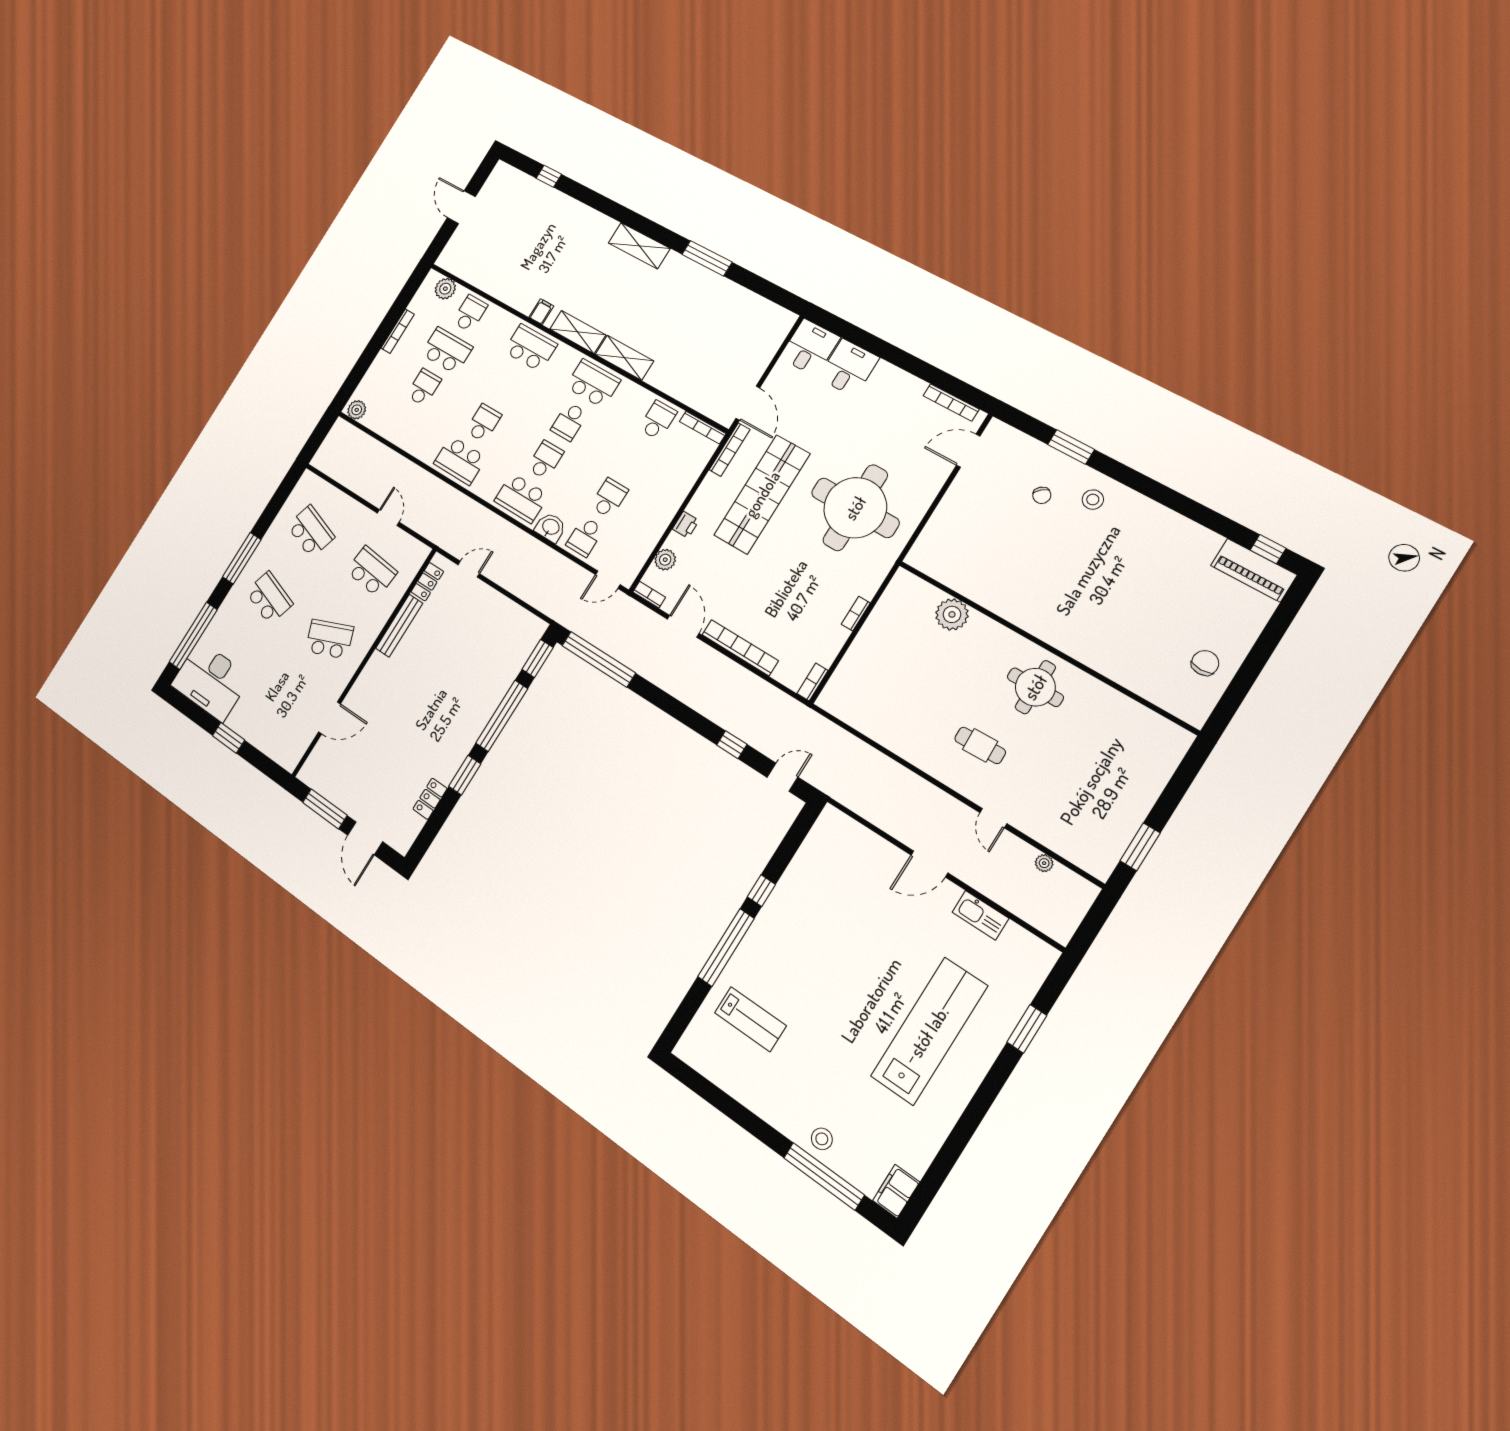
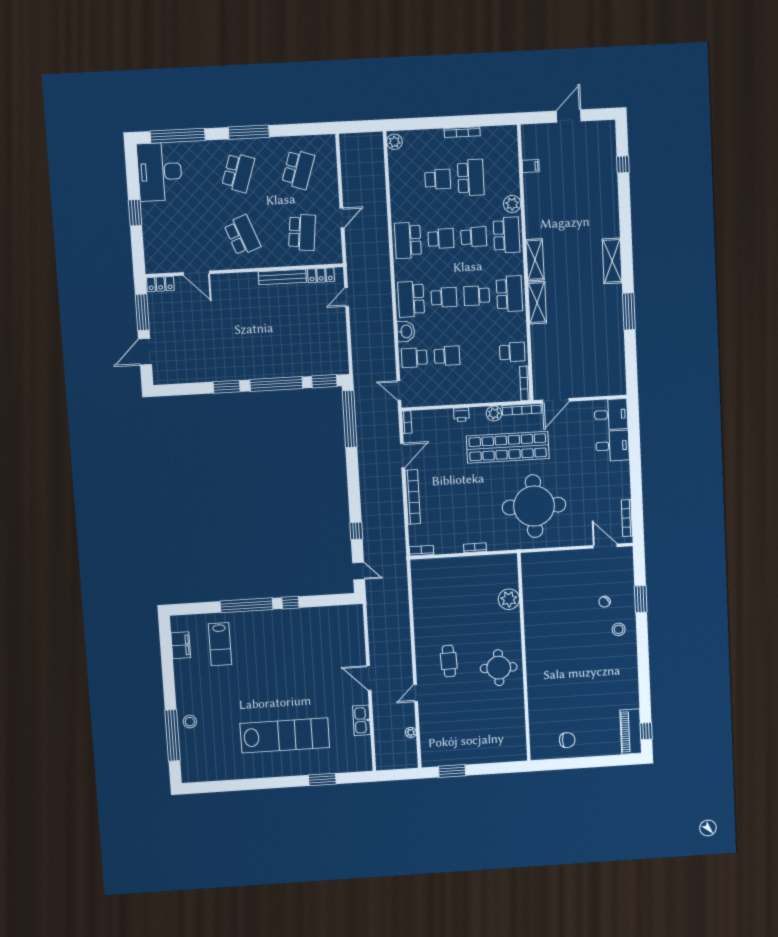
plant: (445, 289) -> (512, 204), moved
filing cabinet: (541, 312) -> (531, 166), moved
school desk: (470, 313) -> (474, 237), moved
plant: (665, 560) -> (494, 413), moved
door: (469, 569) -> (347, 297), swing flipped
locker: (430, 799) -> (160, 284), moved, turned 180
filing cabinet: (896, 1191) -> (181, 645), moved, turned 90

